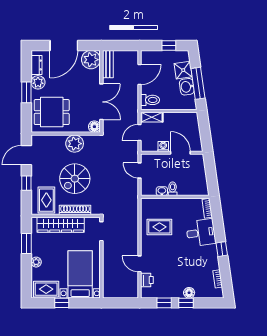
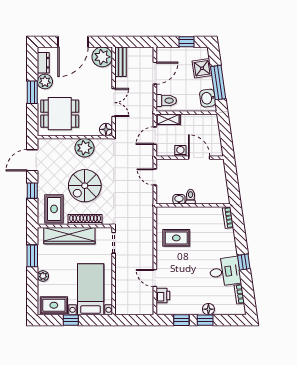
washbasin: (187, 87) -> (208, 98), moved
double door: (101, 102) -> (114, 103), width x0.73
desk: (201, 233) -> (225, 272), moved

